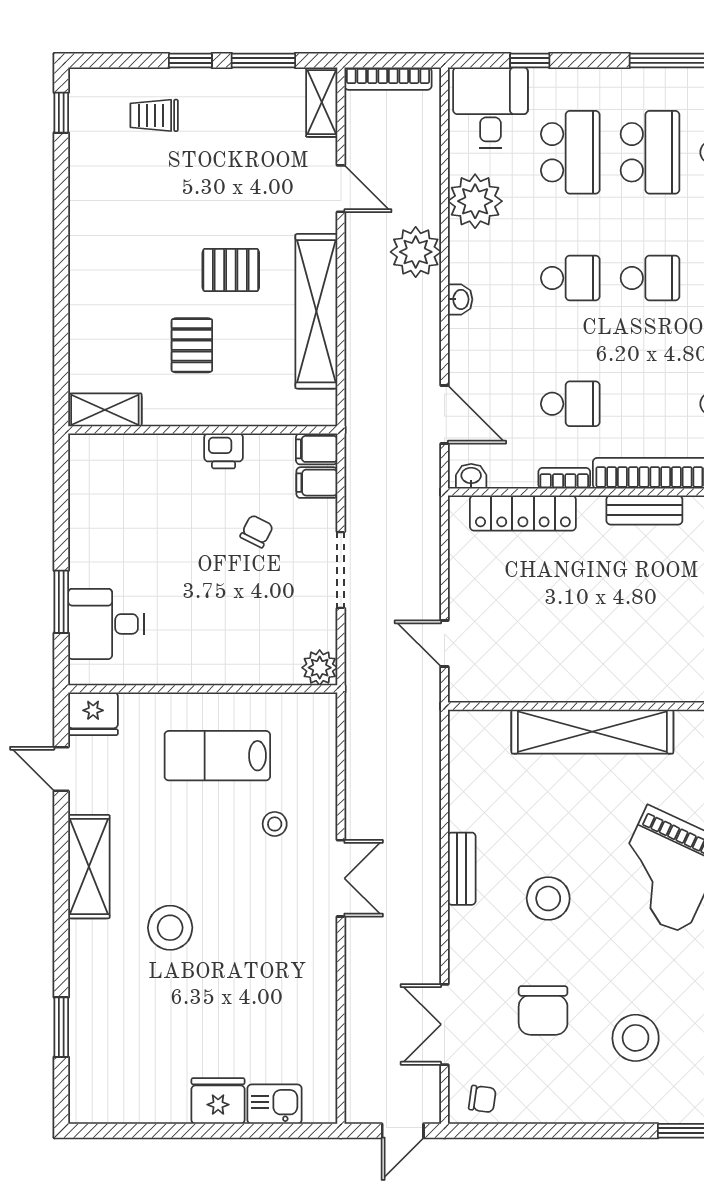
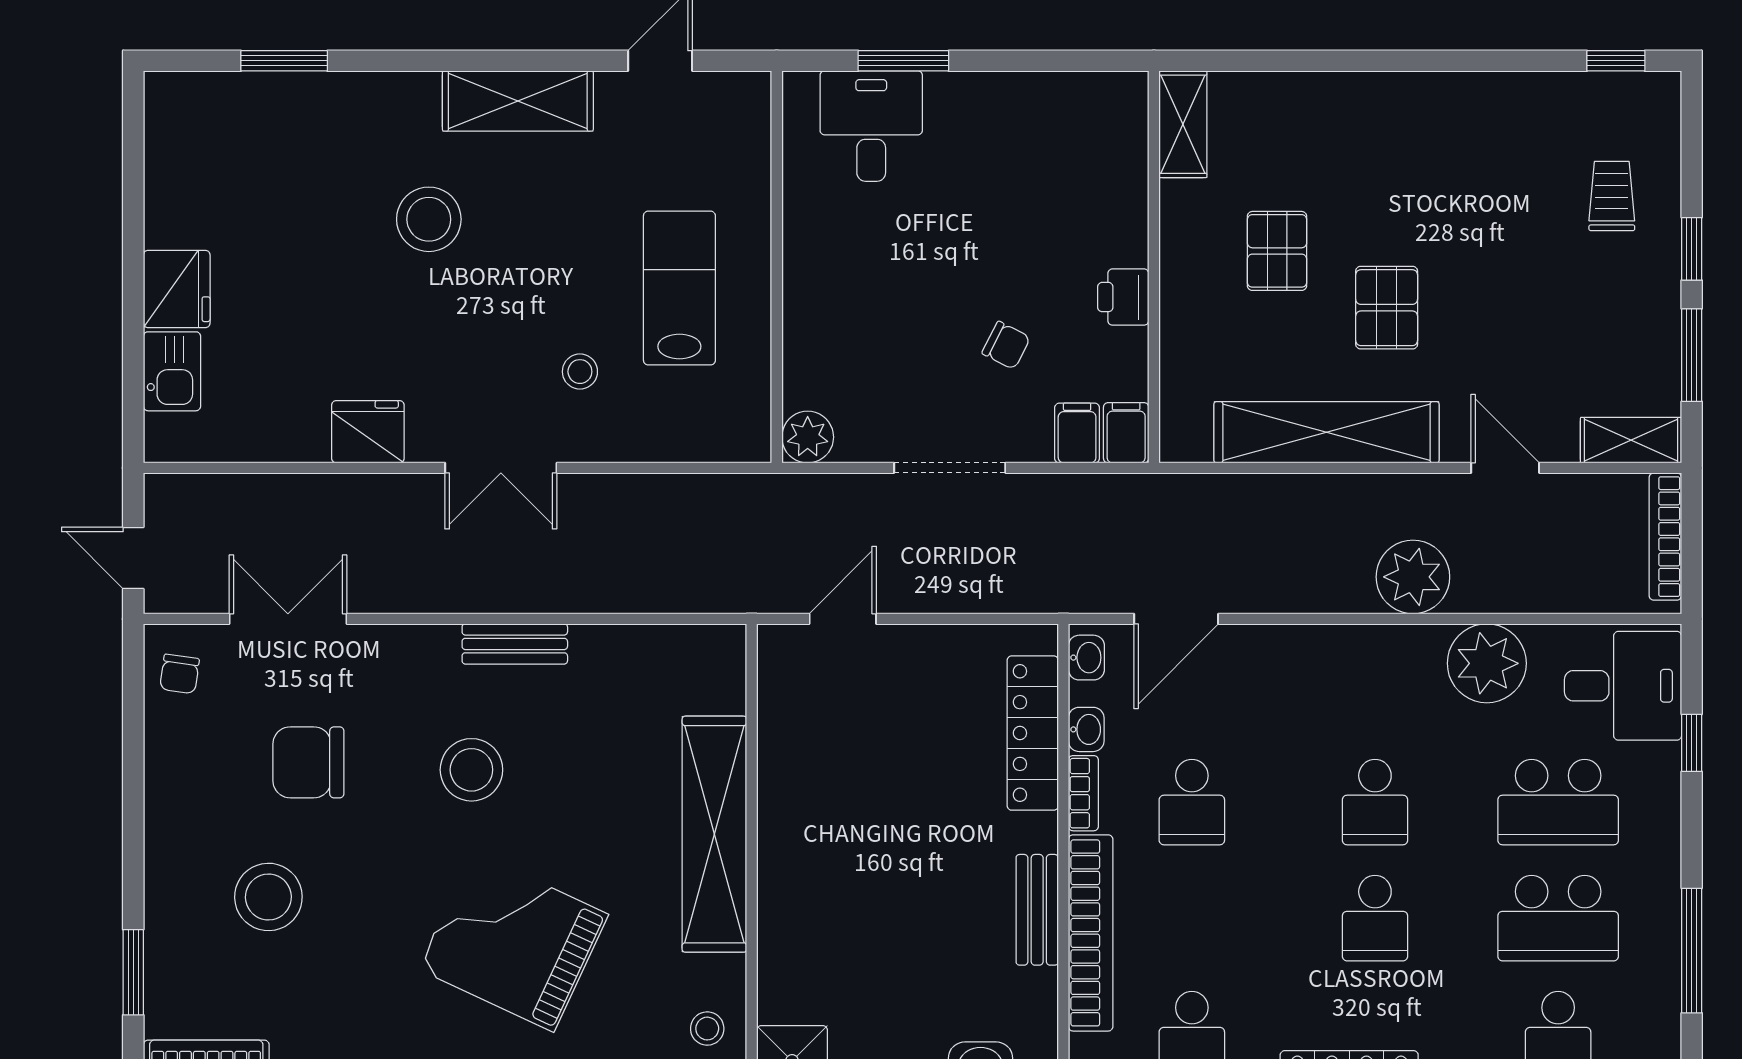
door: (341, 189) -> (1505, 468), swing flipped
washbasin: (460, 299) -> (1086, 729), moved, turned -90
pallet: (192, 345) -> (1277, 251), turned 90
fridge: (93, 714) -> (368, 432), moved, turned 90

